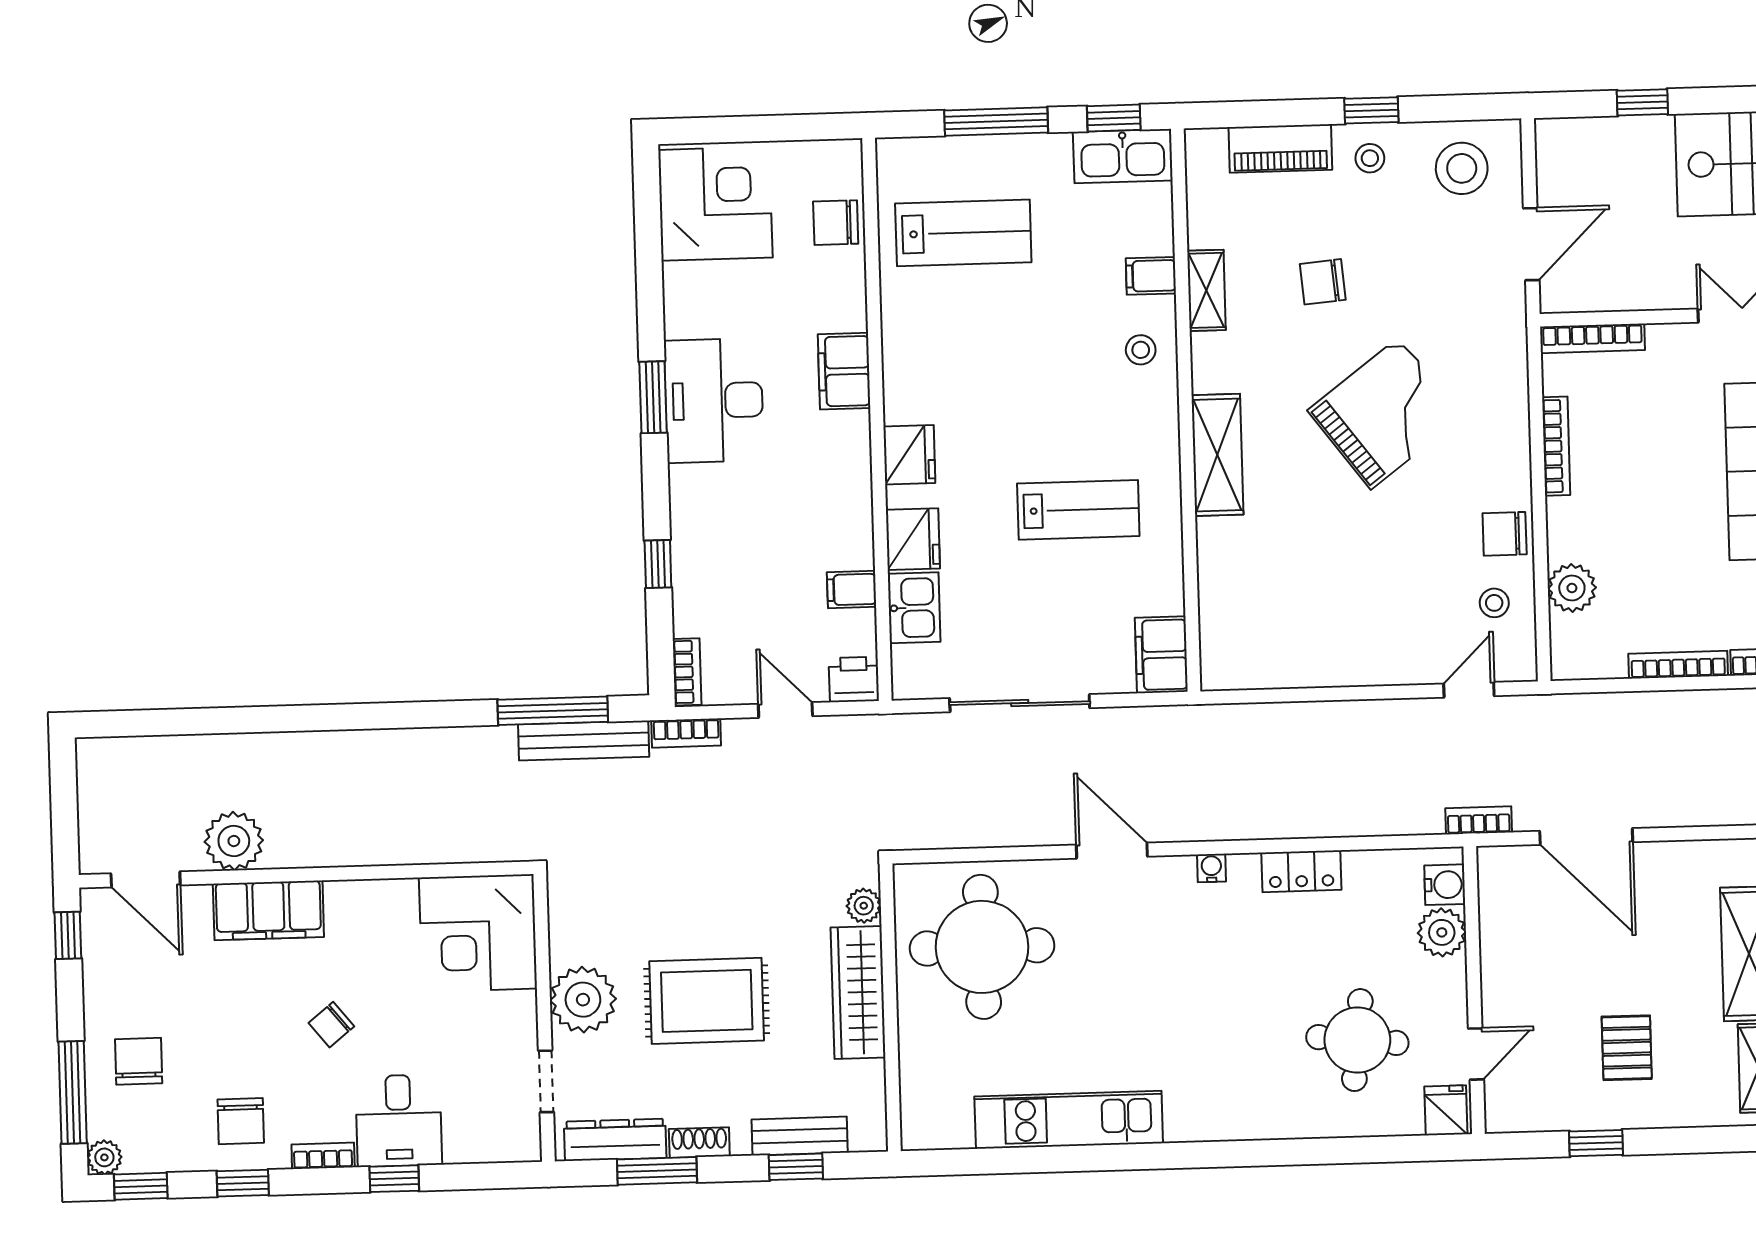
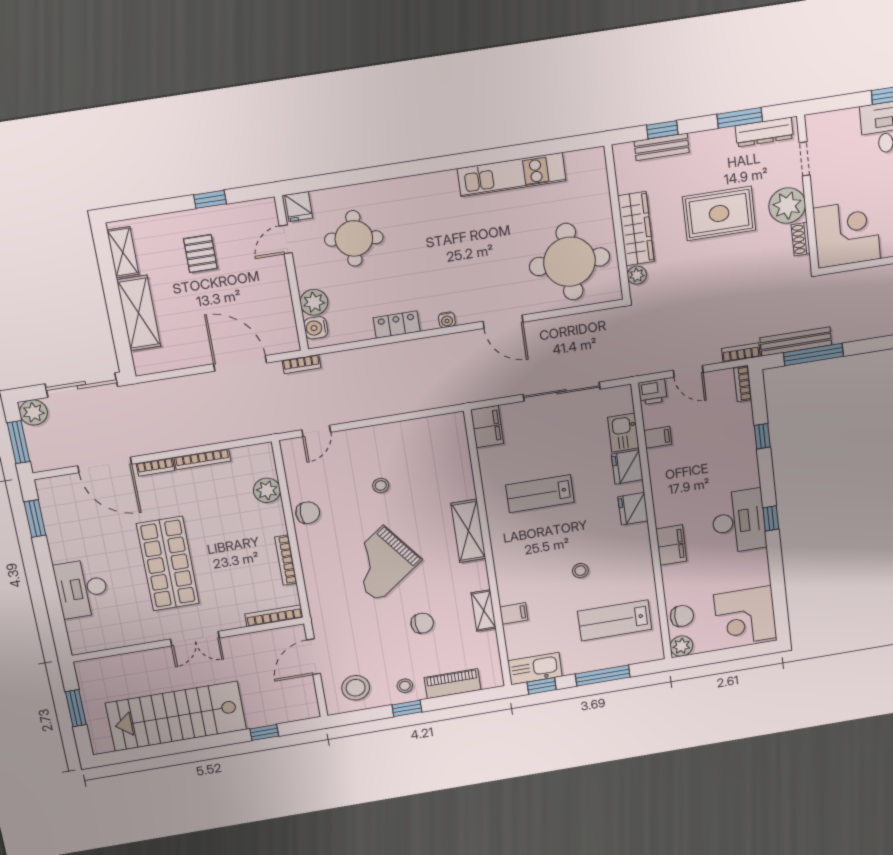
plant: (841, 160) -> (681, 646), added
stool: (1141, 350) -> (580, 571), moved
window: (653, 397) -> (771, 518), width x0.67
stool: (1494, 603) -> (381, 486), moved
shoe rack: (699, 1143) -> (801, 239), moved, turned 90

